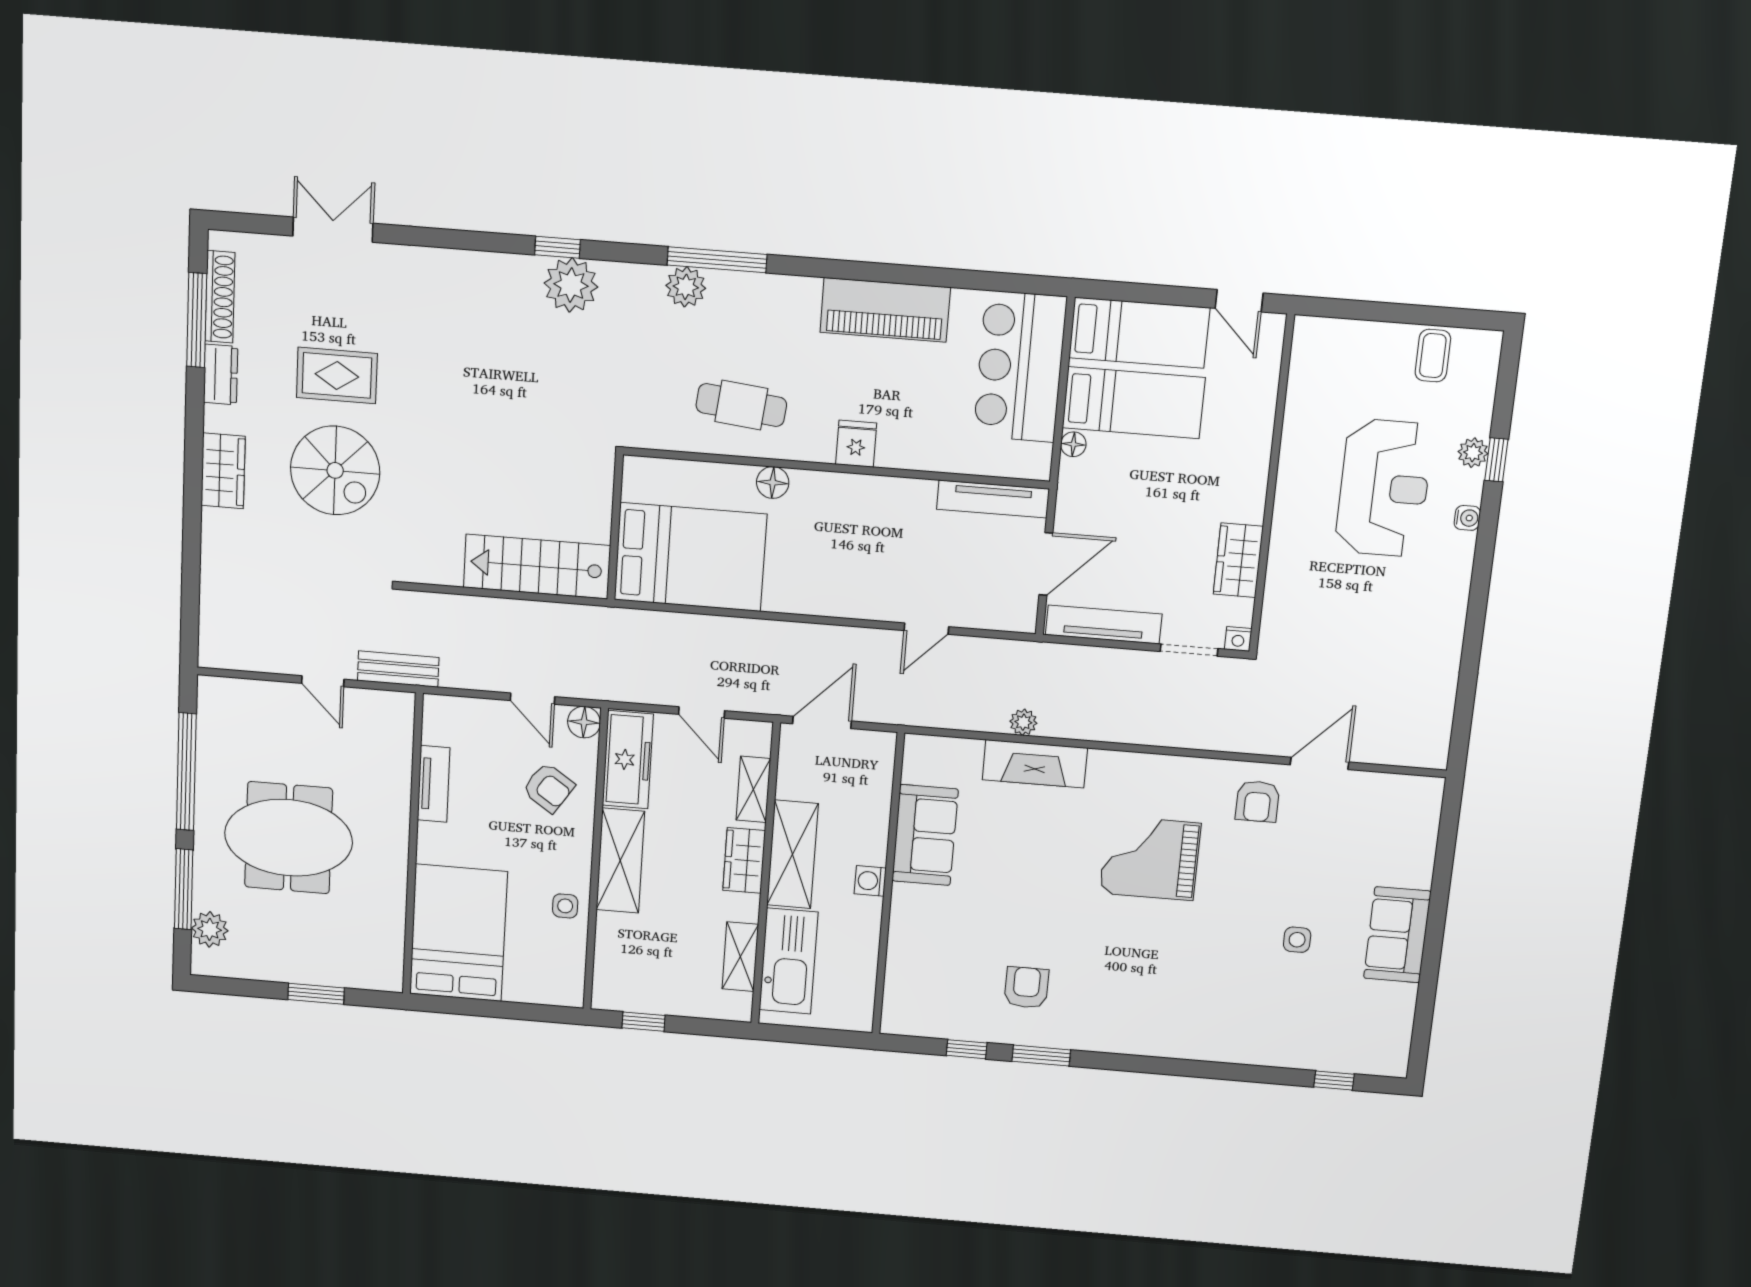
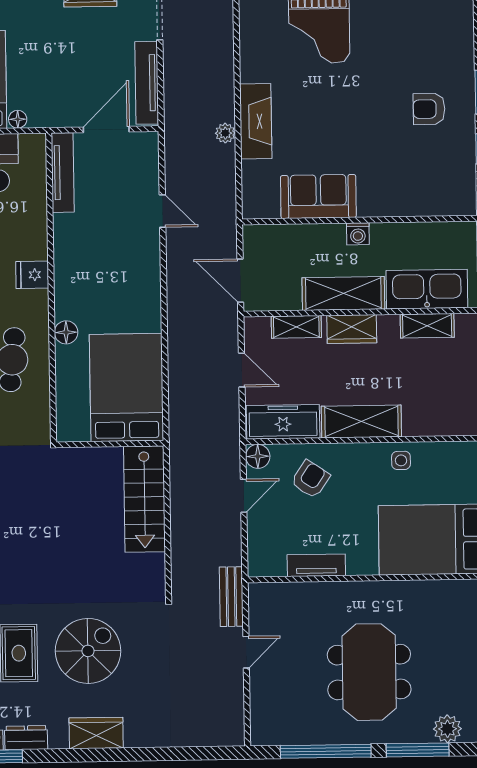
door: (1046, 564) -> (106, 129), hinge flipped
door: (702, 713) -> (242, 370), hinge flipped

